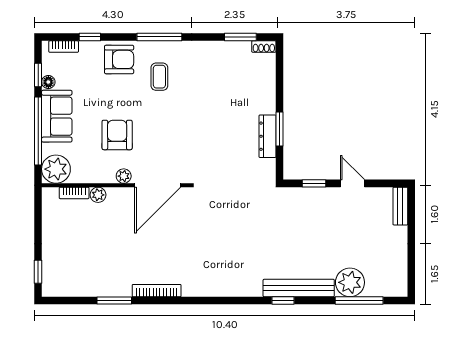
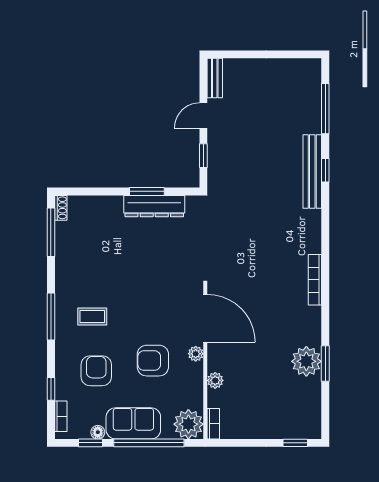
window: (240, 37) -> (51, 232), width x1.44
armchair: (119, 59) -> (96, 371), moved
dresser: (268, 136) -> (154, 206), width x1.37, depth x1.24
bookcase: (74, 193) -> (213, 424), moved
bench: (400, 206) -> (215, 78), moved, turned 90
plant: (350, 282) -> (306, 361), moved
bookcase: (157, 291) -> (315, 280), moved
window: (283, 300) -> (325, 170), moved

